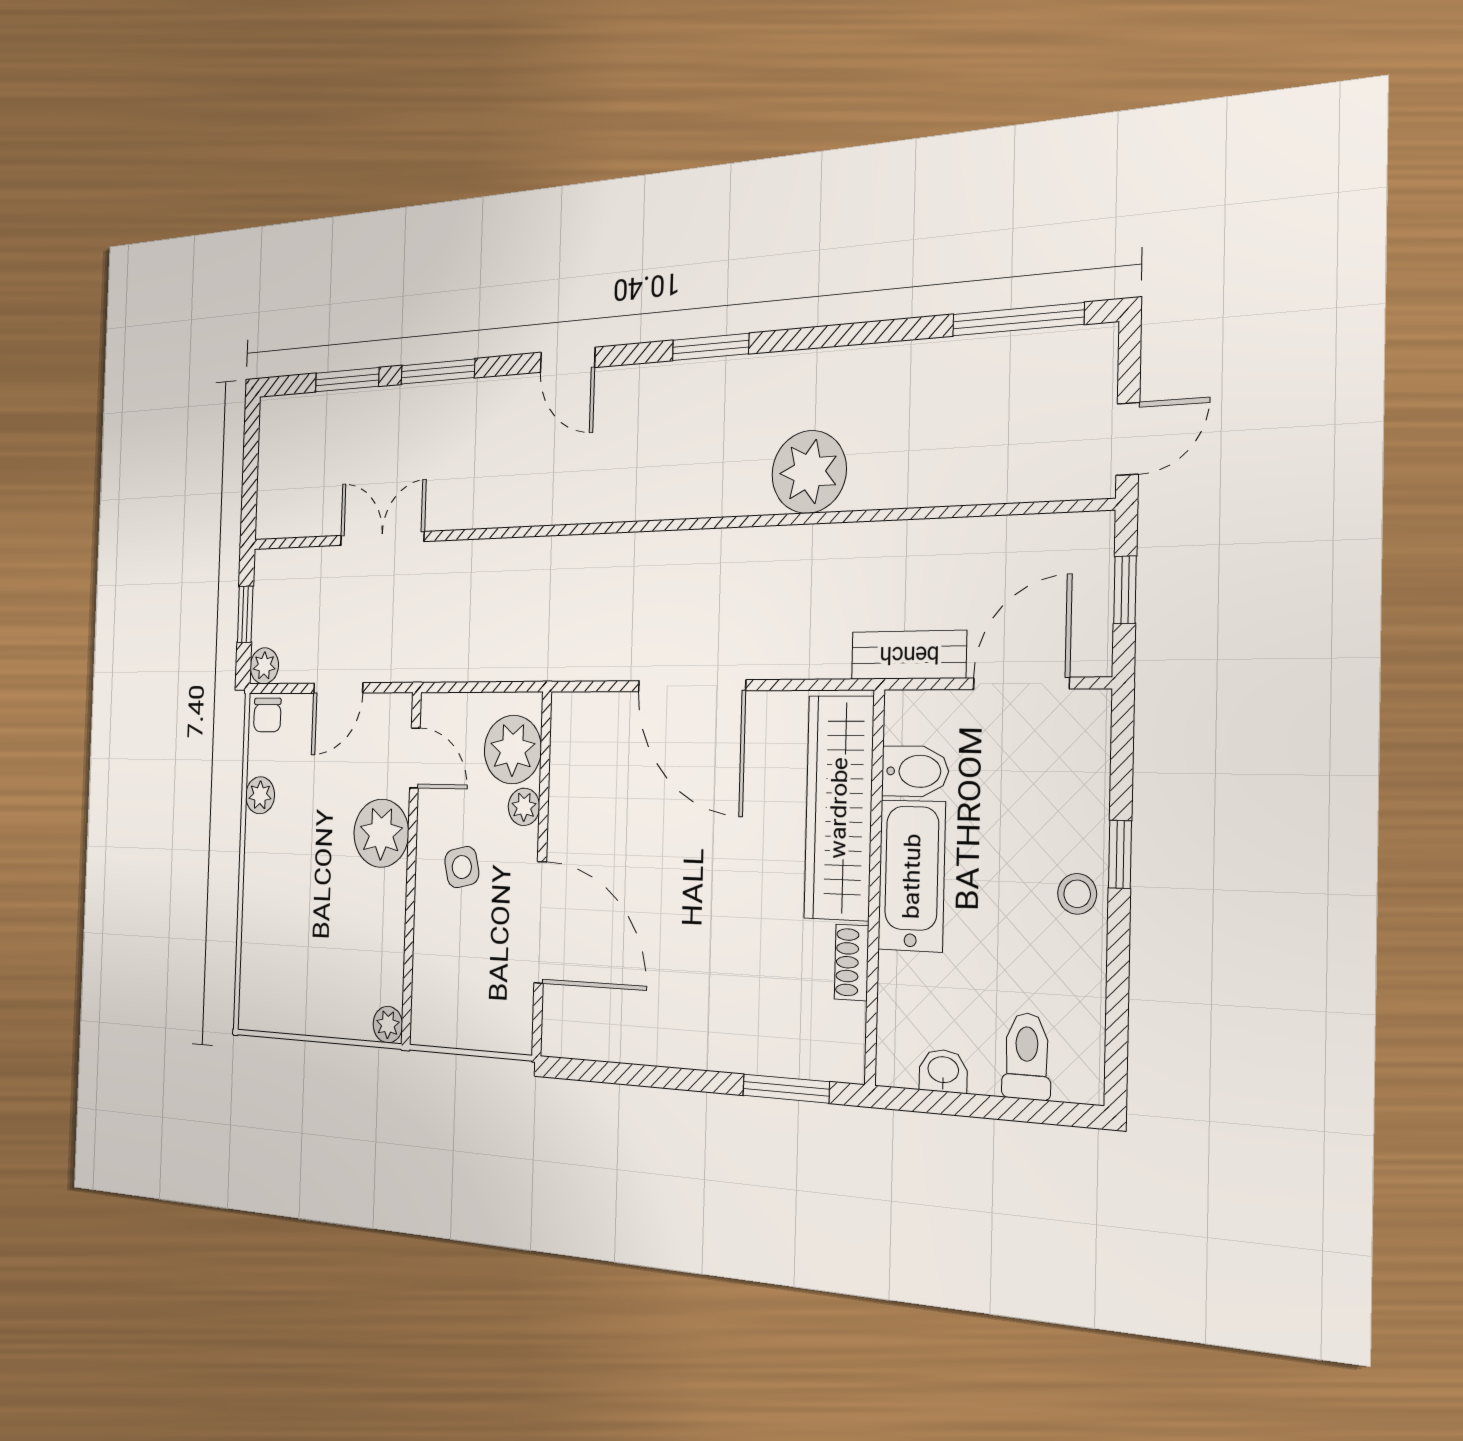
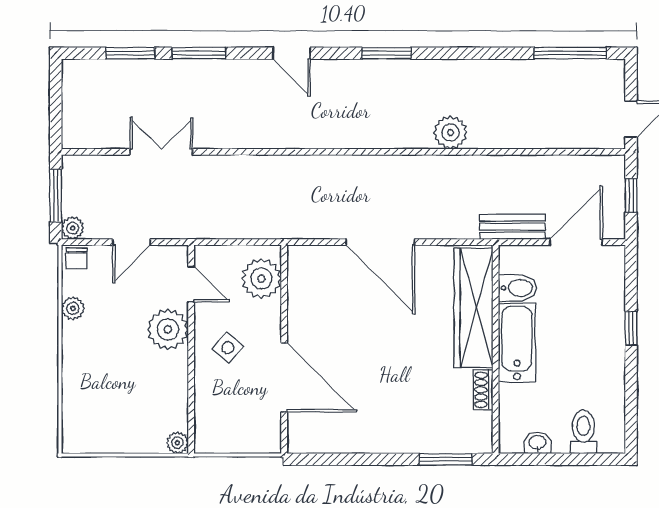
plant: (809, 472) -> (450, 133), width x0.73, depth x0.73
window: (245, 614) -> (56, 196), width x1.50
plant: (524, 807) -> (270, 312), removed
side table: (462, 867) -> (228, 348), turned -36
stool: (1077, 894) -> (609, 349), removed

